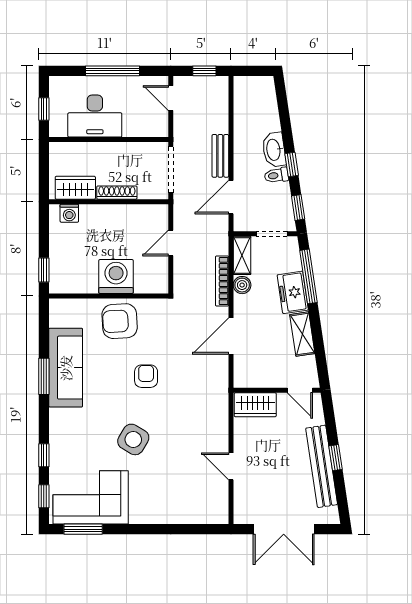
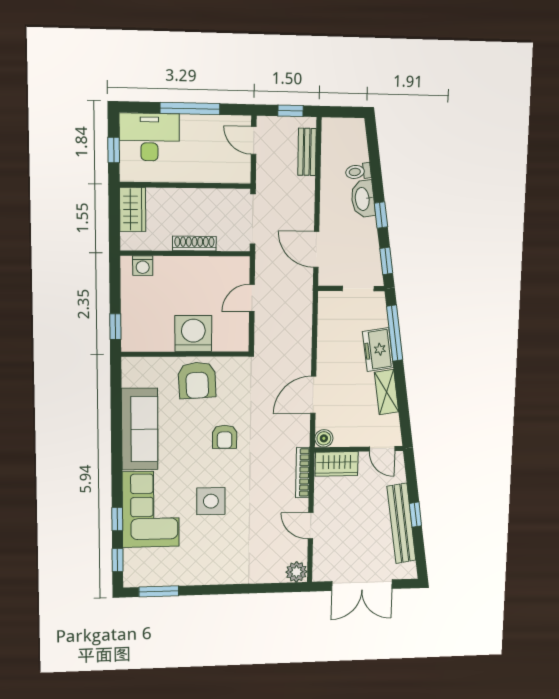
desk: (95, 116) -> (149, 137), moved, turned 180
bench: (220, 156) -> (307, 152), moved
toilet: (276, 175) -> (358, 172), moved
wardrobe: (75, 188) -> (133, 209), moved, turned 90
door: (231, 197) -> (316, 249), hinge flipped
shelving: (242, 255) -> (327, 311), removed
bookcase: (222, 281) -> (303, 473), moved
boiler: (242, 285) -> (324, 438), moved
armchair: (120, 321) -> (197, 380), turned -90
window: (44, 376) -> (116, 439), removed
armchair: (146, 376) -> (225, 437), turned 180
side table: (133, 439) -> (211, 501), turned -31
corner sofa: (91, 497) -> (151, 509), moved, turned 90
plant: (218, 513) -> (296, 572), added

